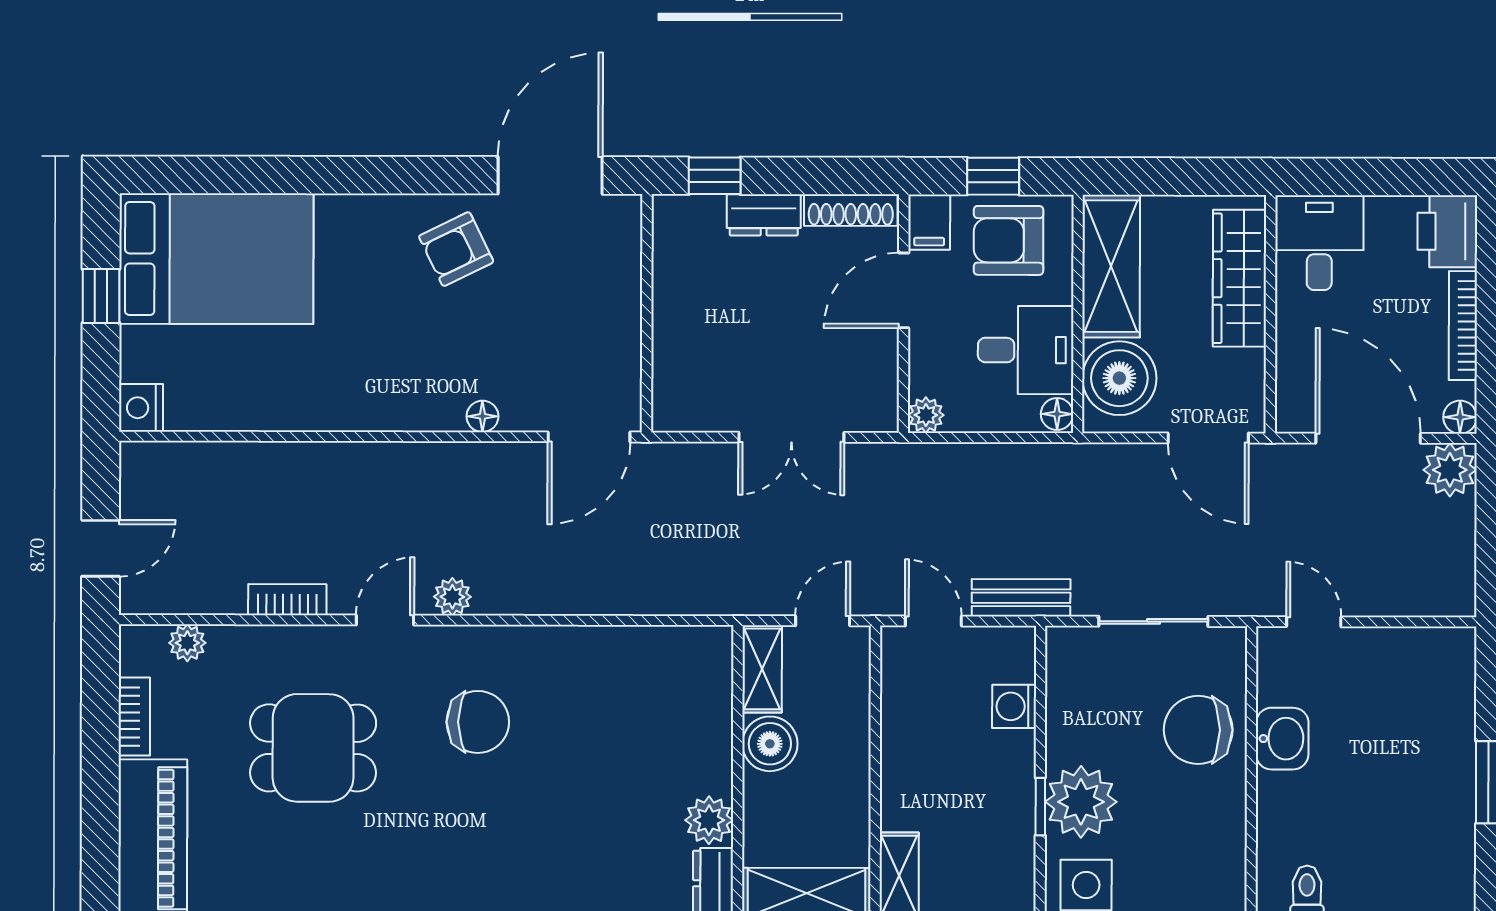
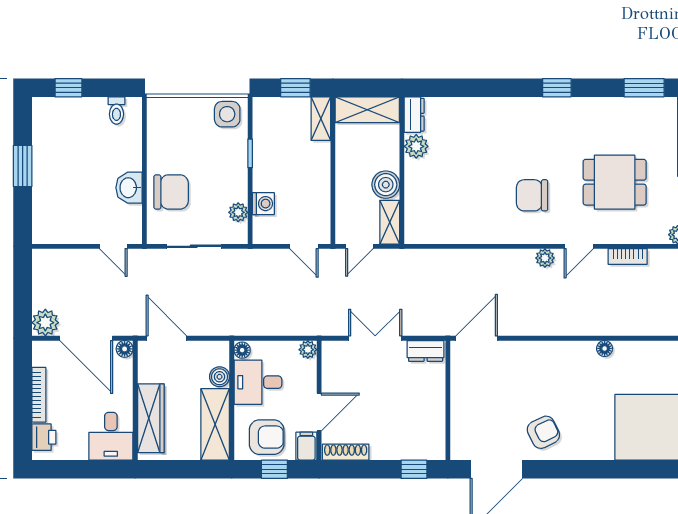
dresser: (764, 215) -> (426, 351), moved, turned 180
printer: (1447, 231) -> (44, 437), width x0.73, depth x0.81
boiler: (1119, 378) -> (220, 377), width x0.54, depth x0.54
floor lamp: (482, 416) -> (605, 348), moved
floor lamp: (1460, 417) -> (125, 349), moved
bench: (1021, 598) -> (260, 258), removed
plant: (1081, 802) -> (238, 212), moved, width x0.53, depth x0.53

